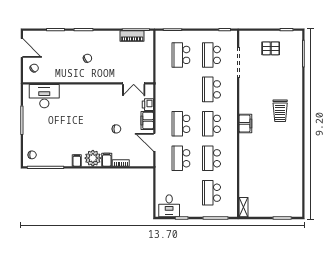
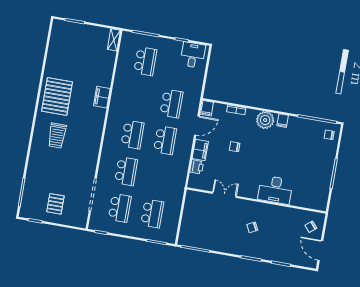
piano: (132, 36) -> (201, 243), removed
pallet: (271, 48) -> (55, 204), turned 90
double door: (134, 83) -> (224, 195), moved
desk: (44, 96) -> (275, 190), moved
trolley: (280, 111) -> (57, 136), turned 180
filing cabinet: (245, 123) -> (102, 97), moved
door: (154, 142) -> (197, 126), hinge flipped
pallet: (286, 146) -> (57, 96), added
school desk: (212, 158) -> (139, 98), removed
filing cabinet: (107, 160) -> (207, 108), moved

